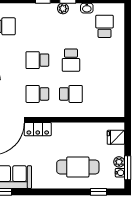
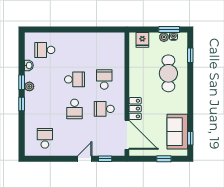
school desk: (37, 94) -> (104, 109), turned 90

